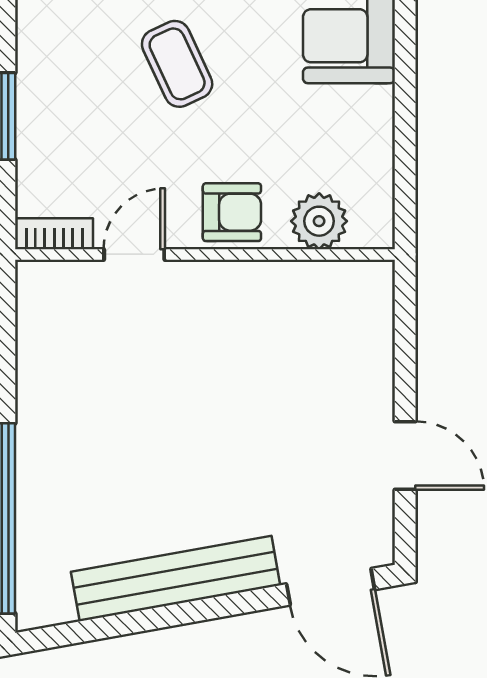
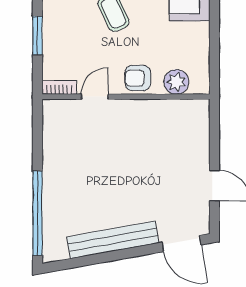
armchair: (232, 212) -> (138, 78), turned 180

